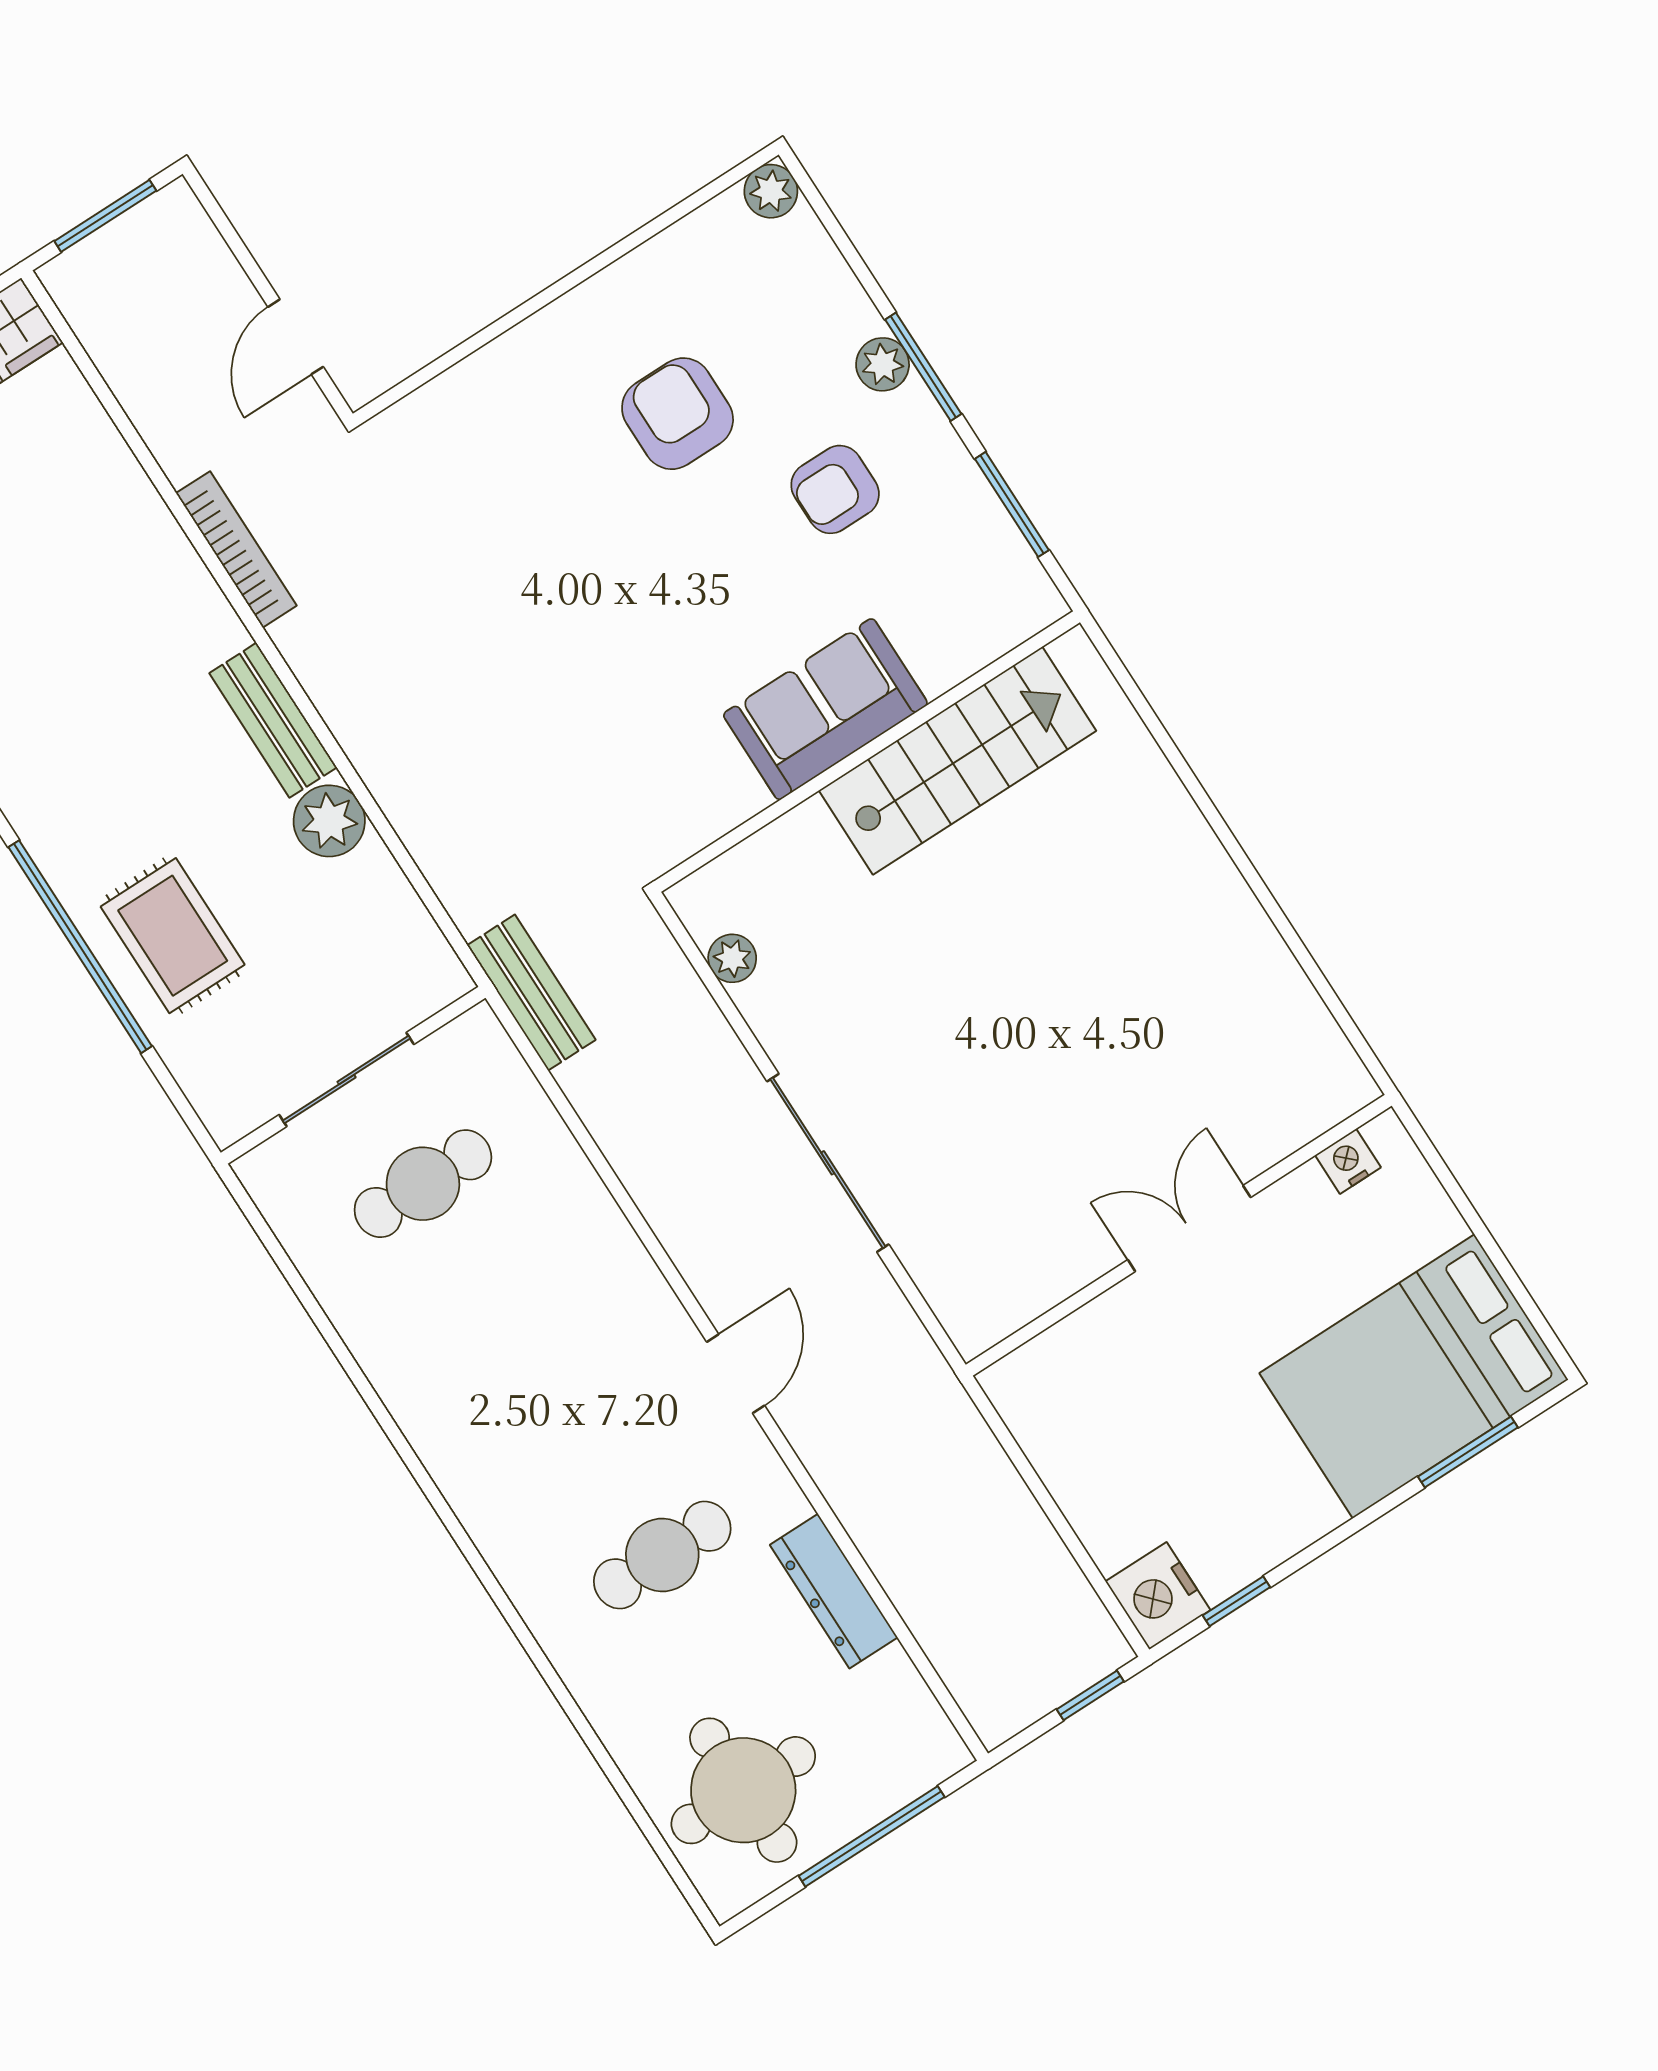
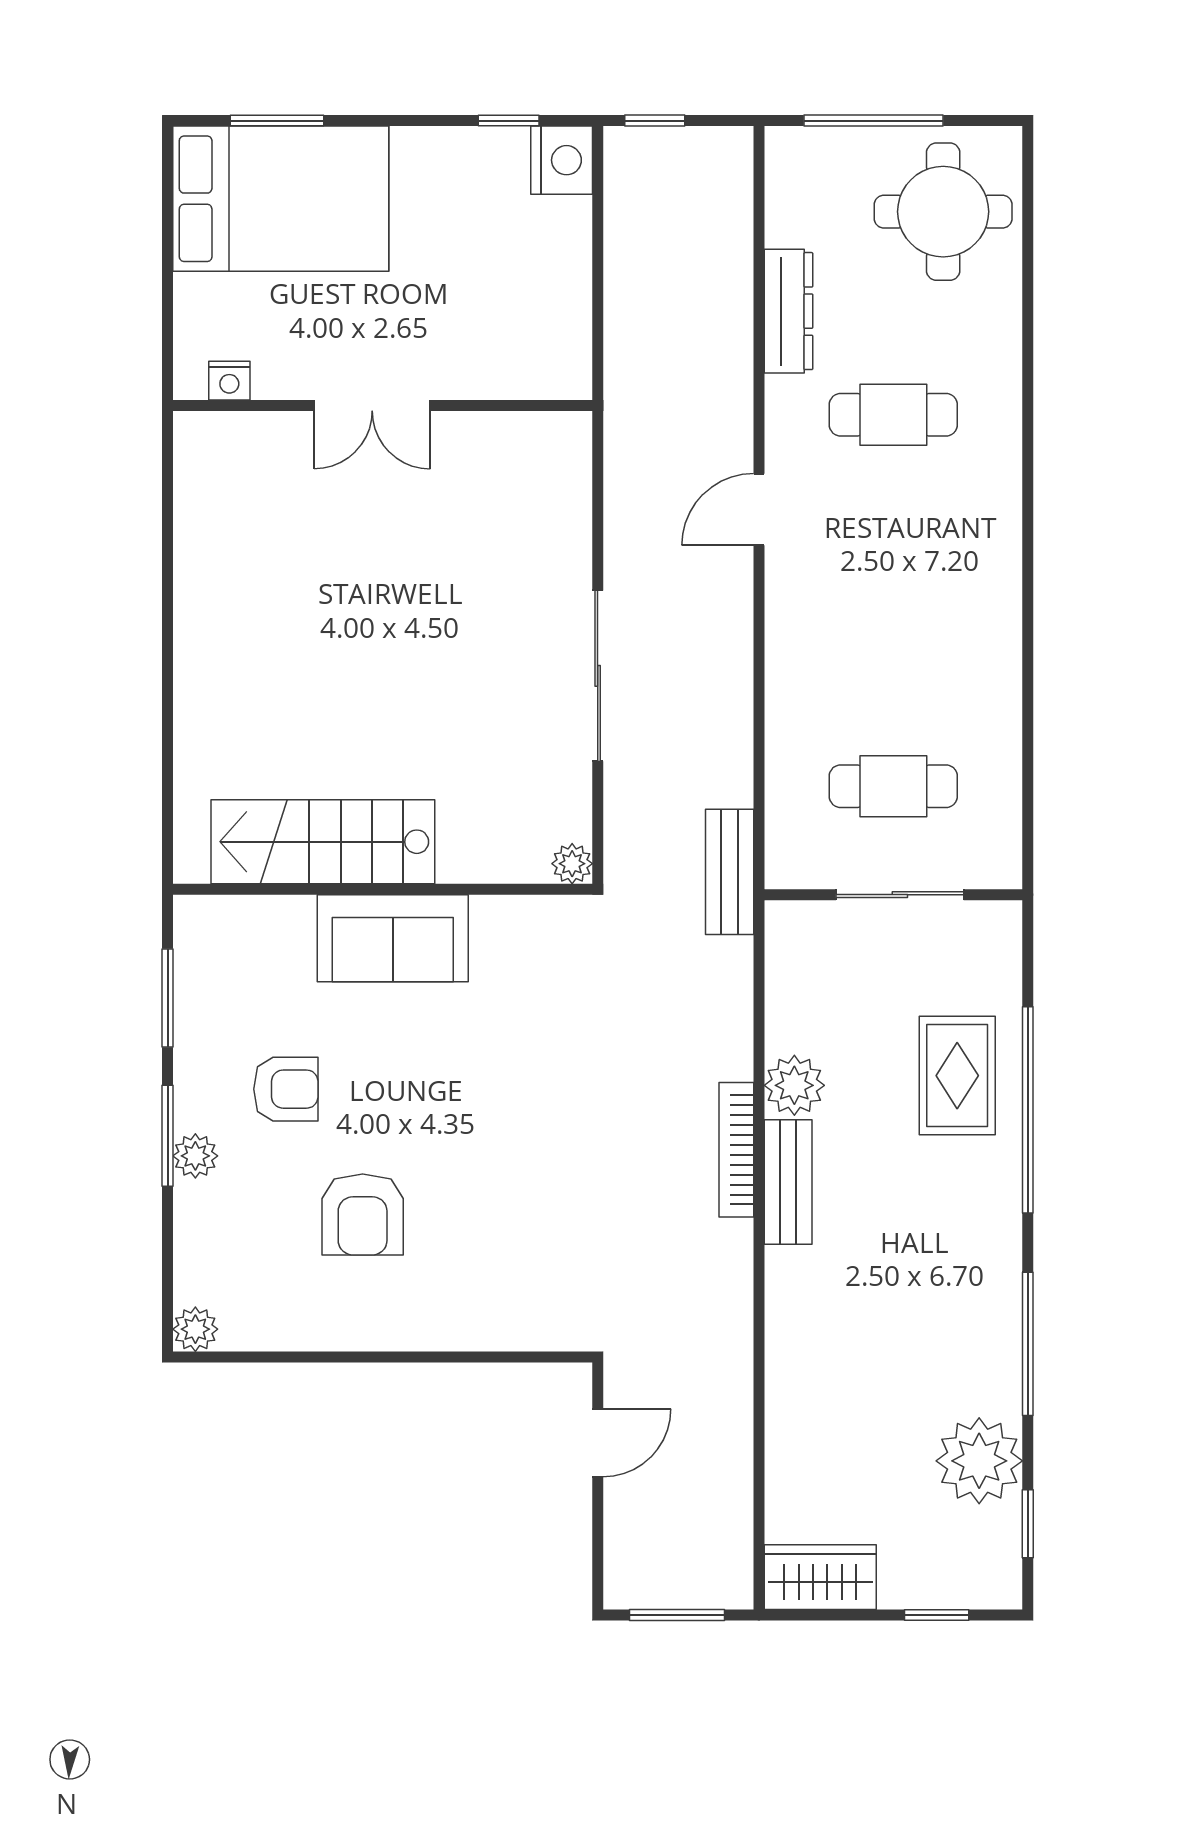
bookcase: (236, 549) -> (736, 1150), moved
plant: (732, 958) -> (572, 864), moved
sliding door: (828, 1163) -> (598, 676), moved

